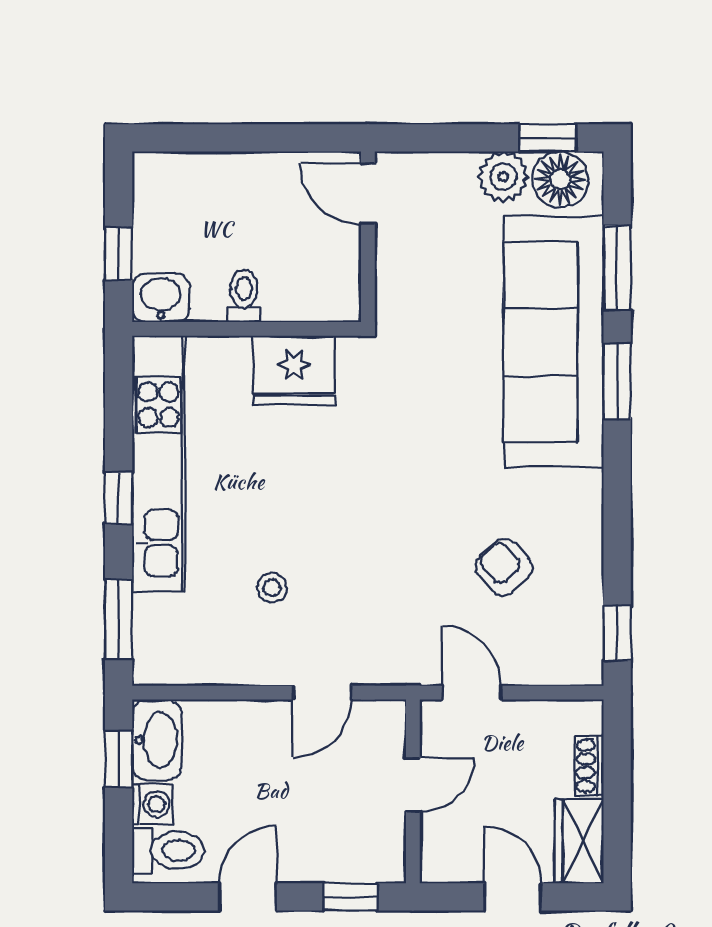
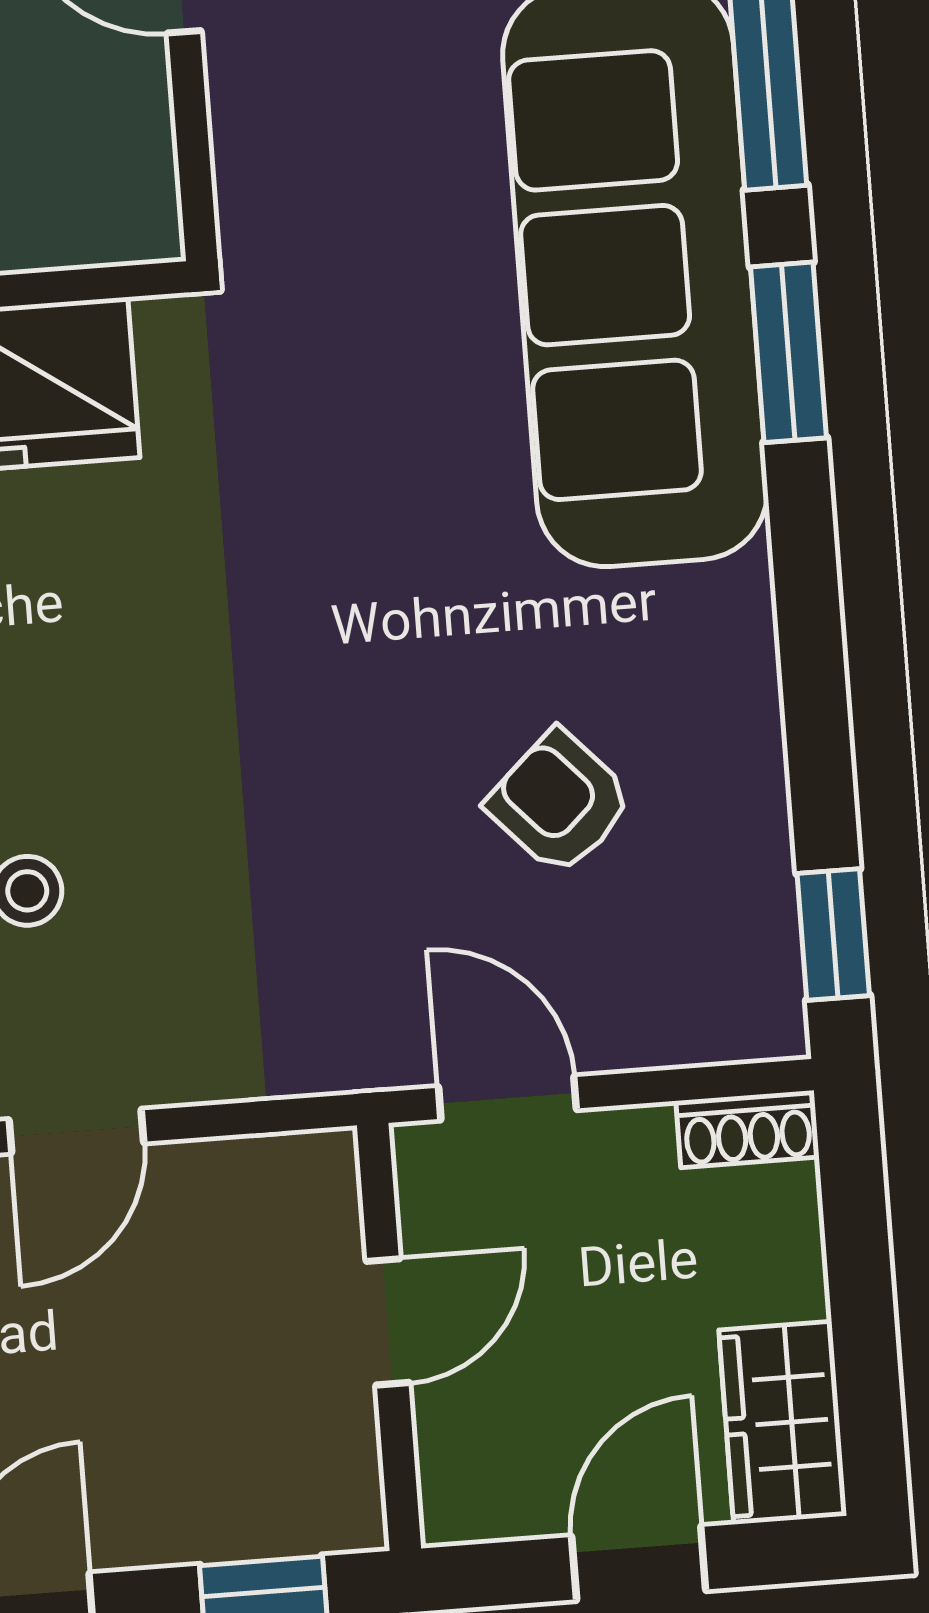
door: (322, 693) -> (76, 1131), moved
shoe rack: (589, 766) -> (747, 1129), moved, turned -90
door: (513, 897) -> (639, 1563), hinge flipped

